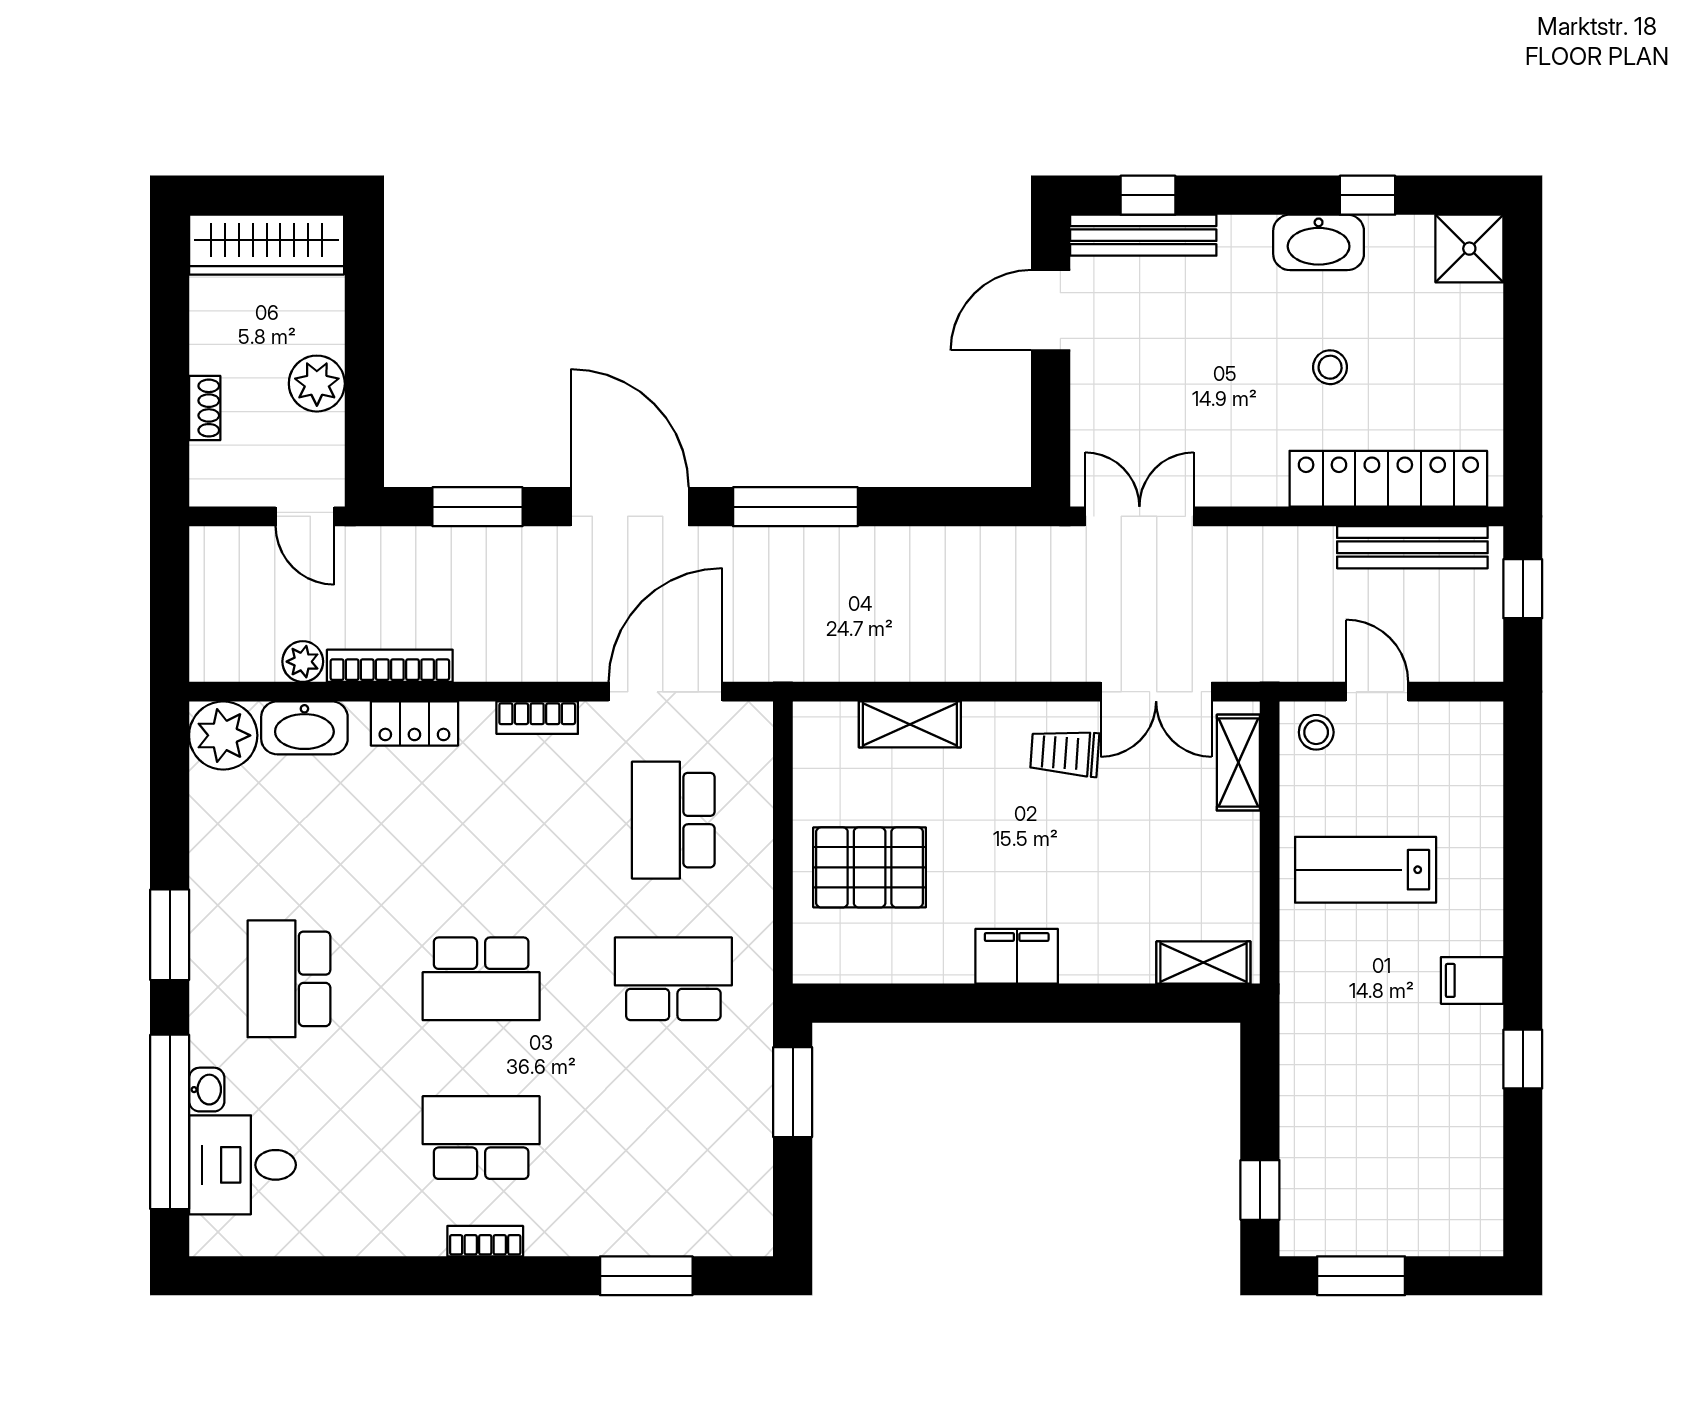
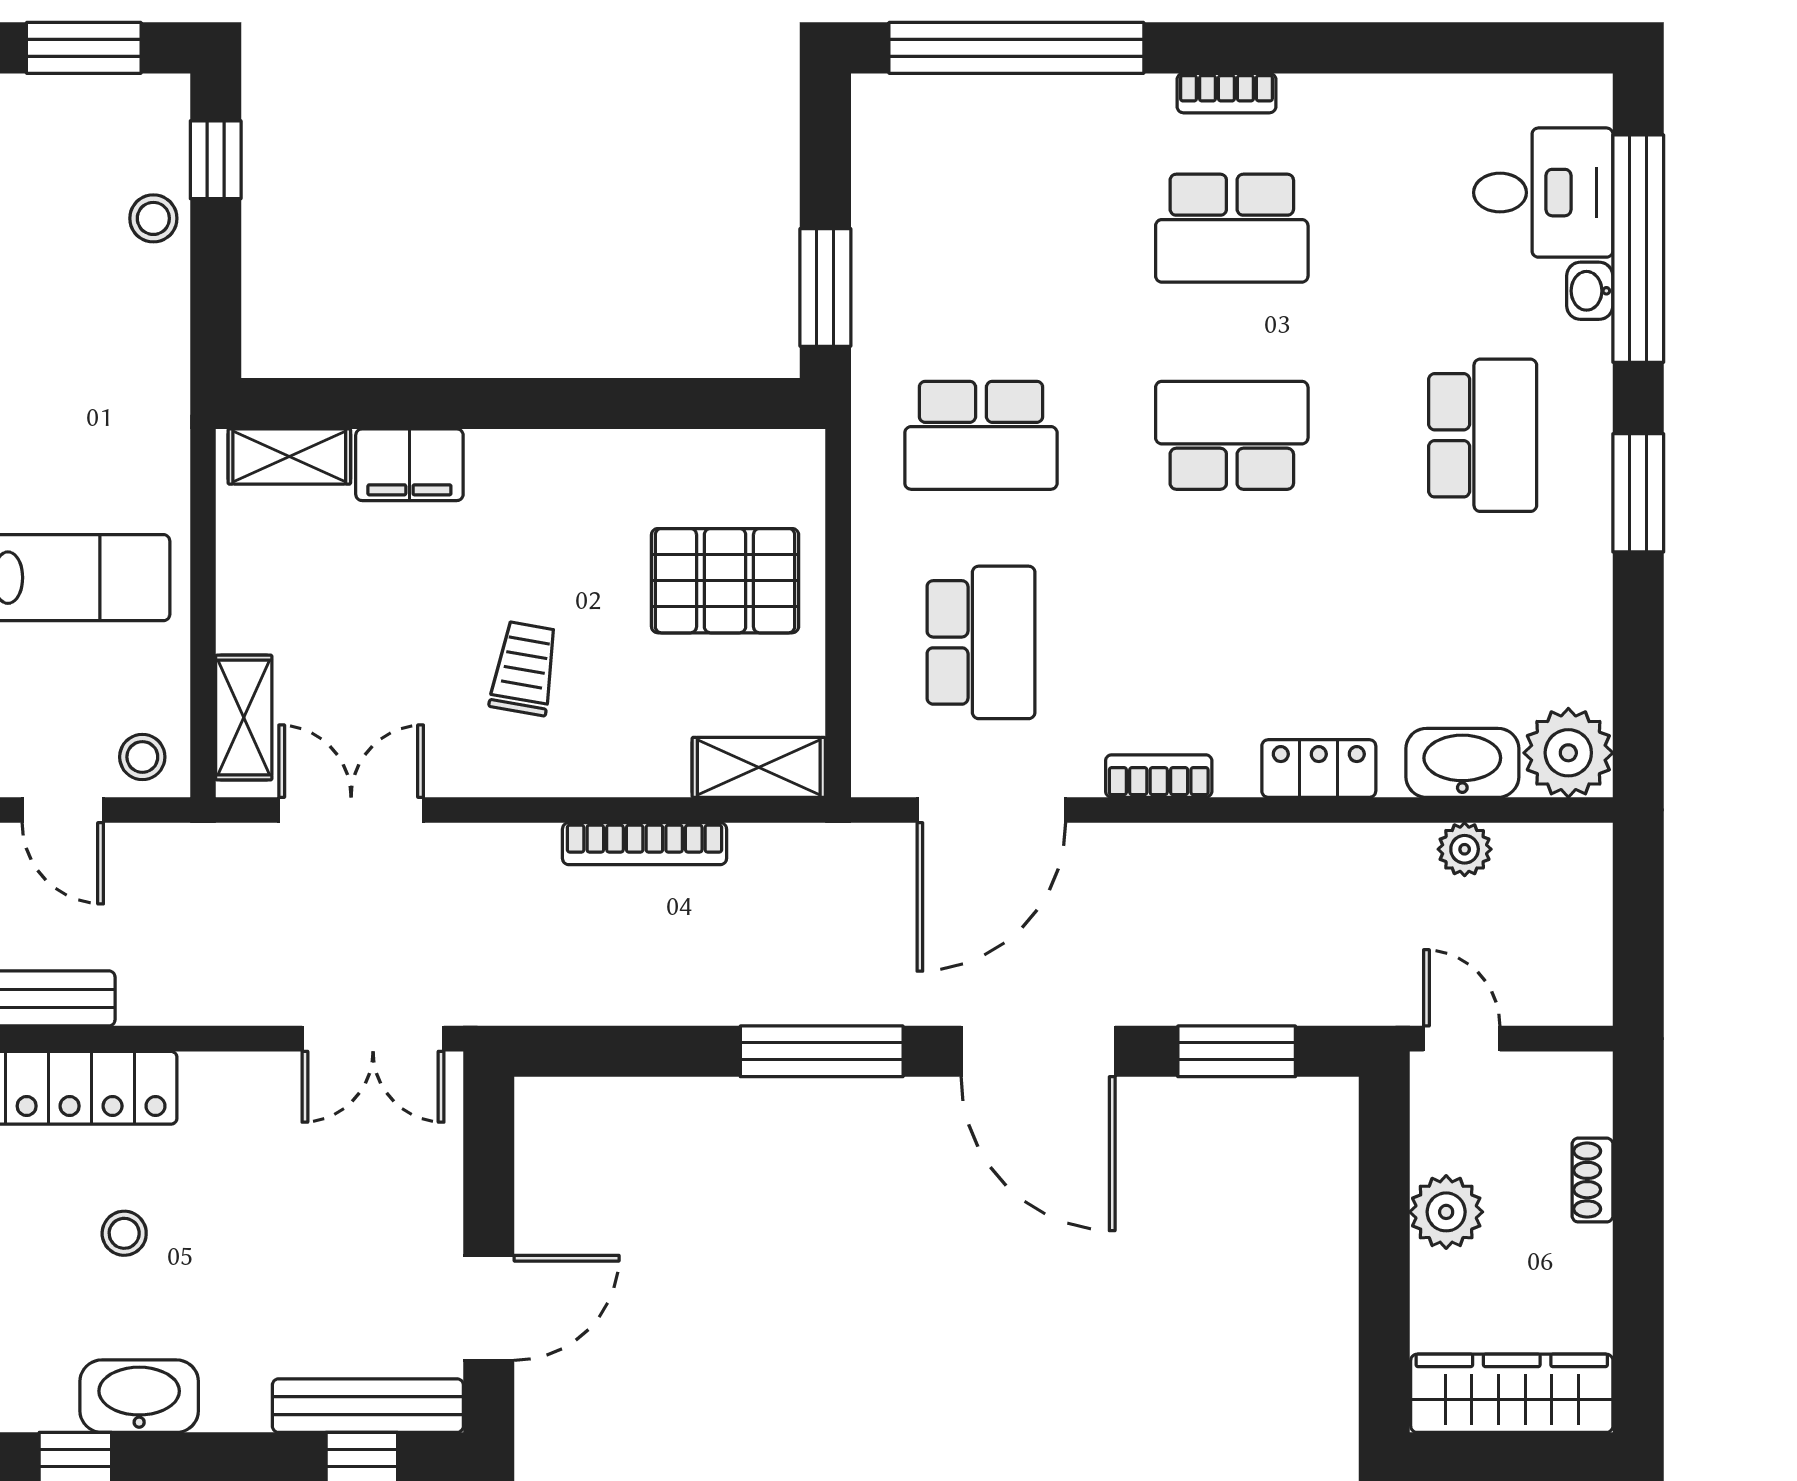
bookcase: (390, 666) -> (645, 844), moved
shelving: (910, 724) -> (759, 767), moved
trolley: (1065, 753) -> (524, 668), moved, turned -84
filing cabinet: (1017, 956) -> (409, 465), moved
stool: (1308, 1145) -> (153, 218), added
window: (646, 1276) -> (1016, 48), width x2.11

